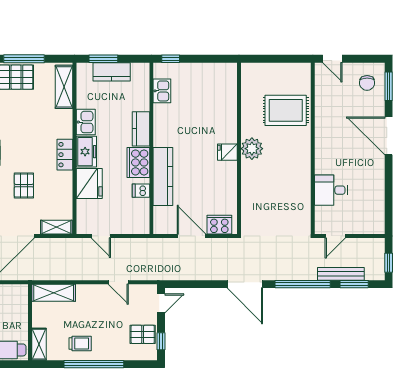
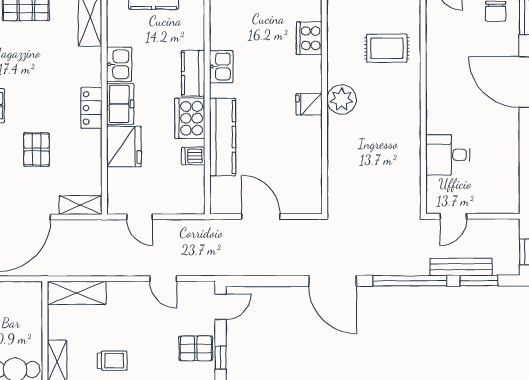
kitchen sink: (162, 91) -> (221, 67), moved
rug: (286, 110) -> (387, 48), width x0.73, depth x0.70
cooker: (219, 225) -> (309, 38), moved, turned -90

